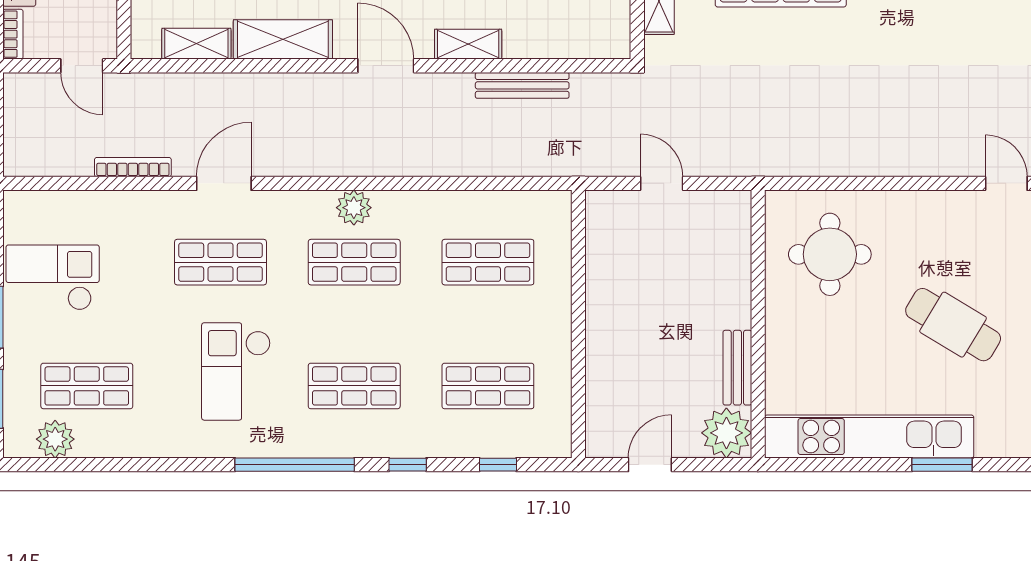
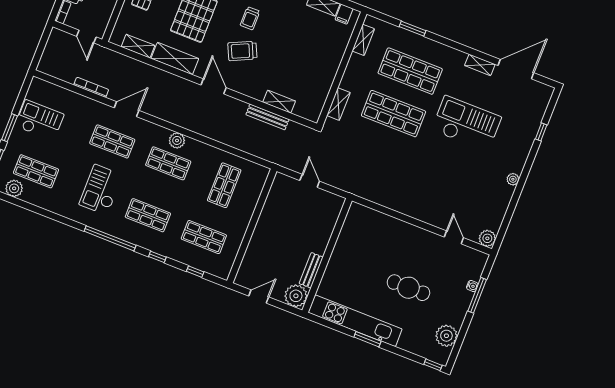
shelving: (468, 44) -> (279, 102), moved
round table: (830, 254) -> (368, 238), removed
shop shelf: (488, 262) -> (224, 185), turned 90
cafe table: (953, 325) -> (408, 288), turned -31
window: (942, 465) -> (367, 339), moved

